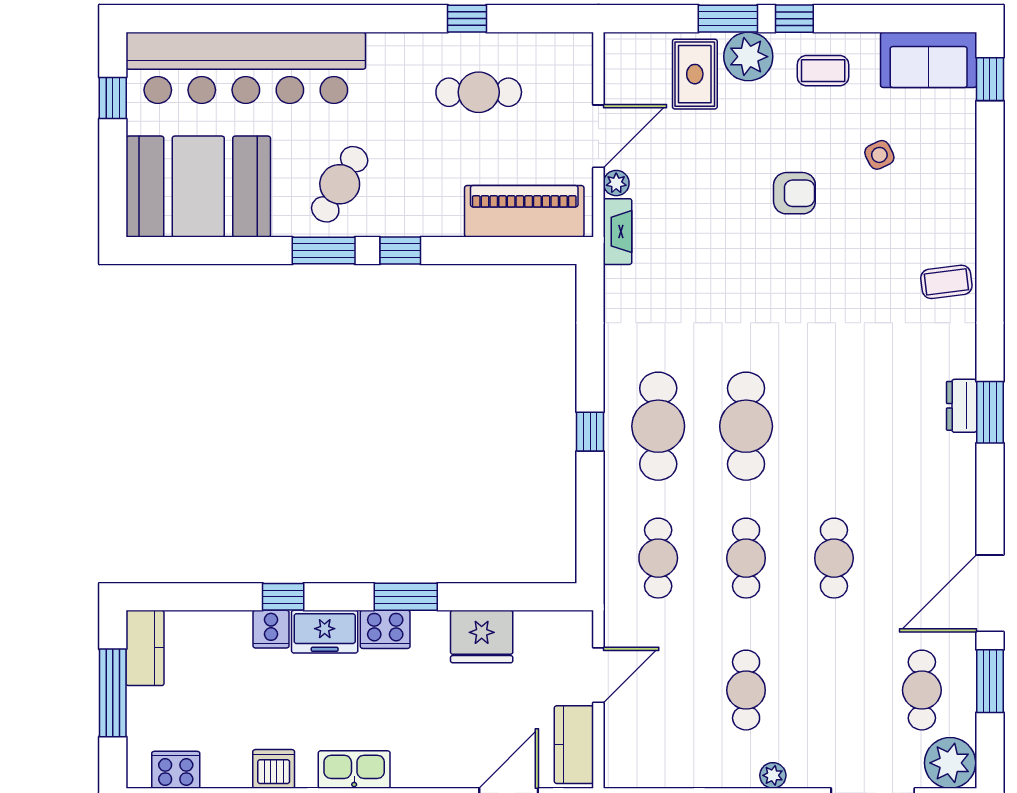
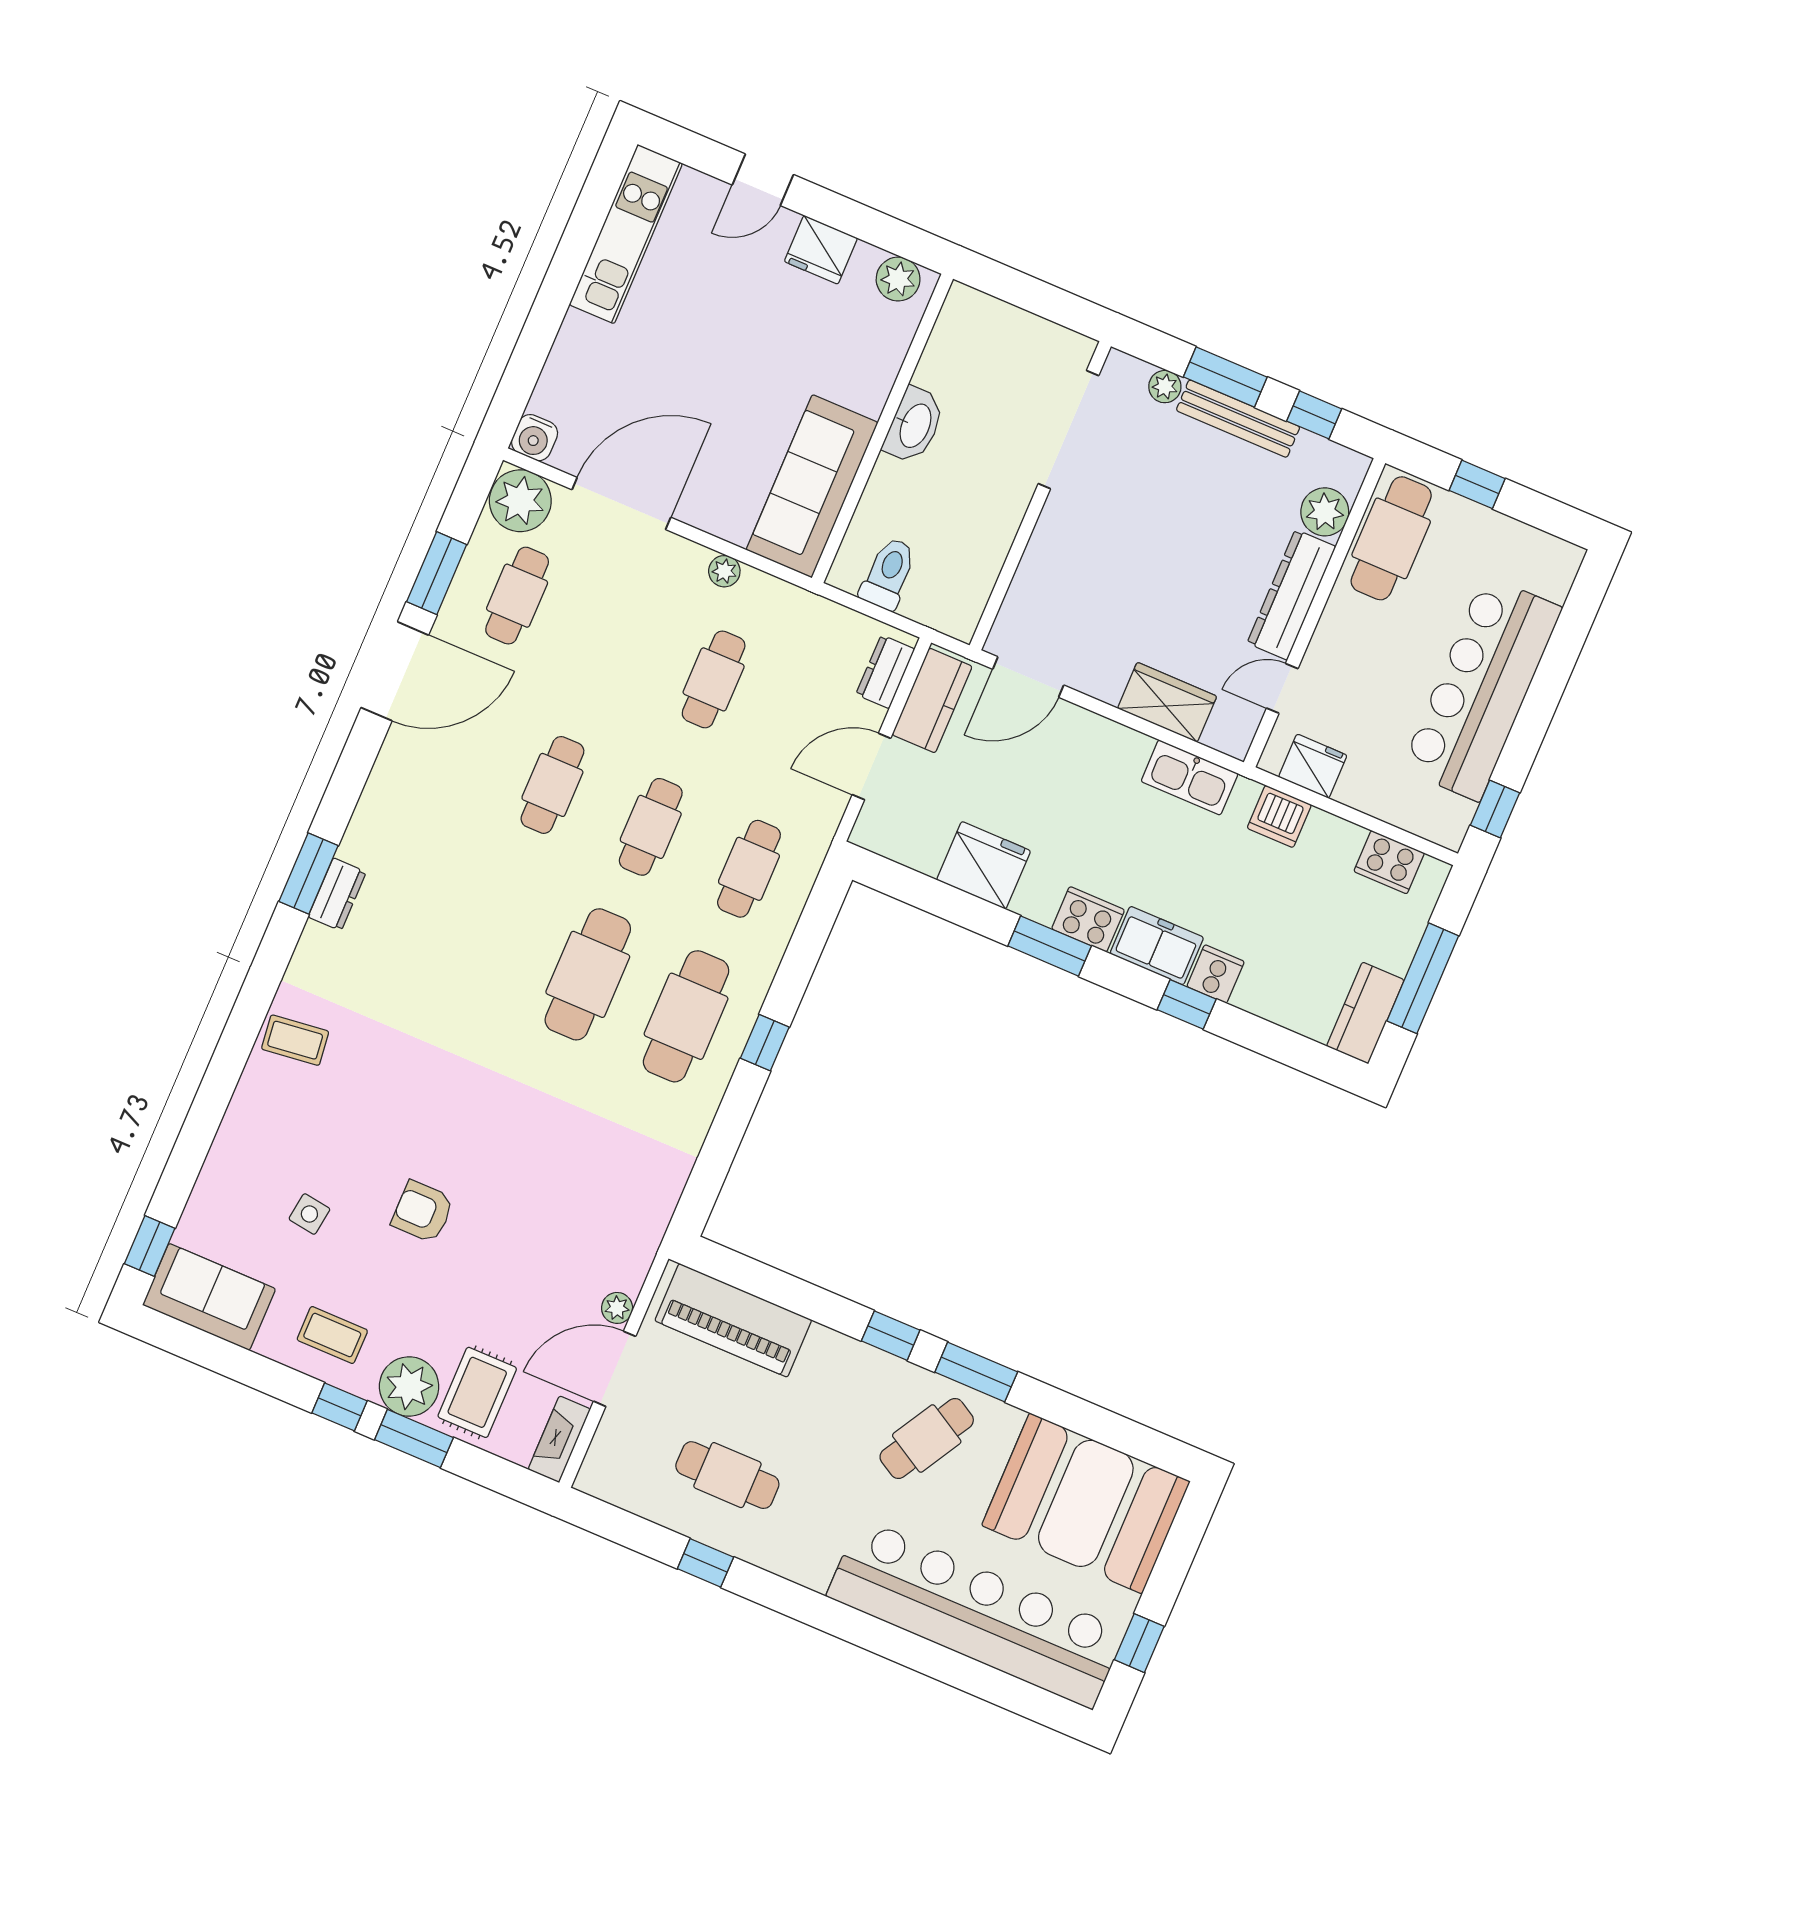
side table: (879, 155) -> (309, 1214), turned 34
fireplace: (618, 232) -> (559, 1439), moved
dresser: (619, 751) -> (885, 672), added

